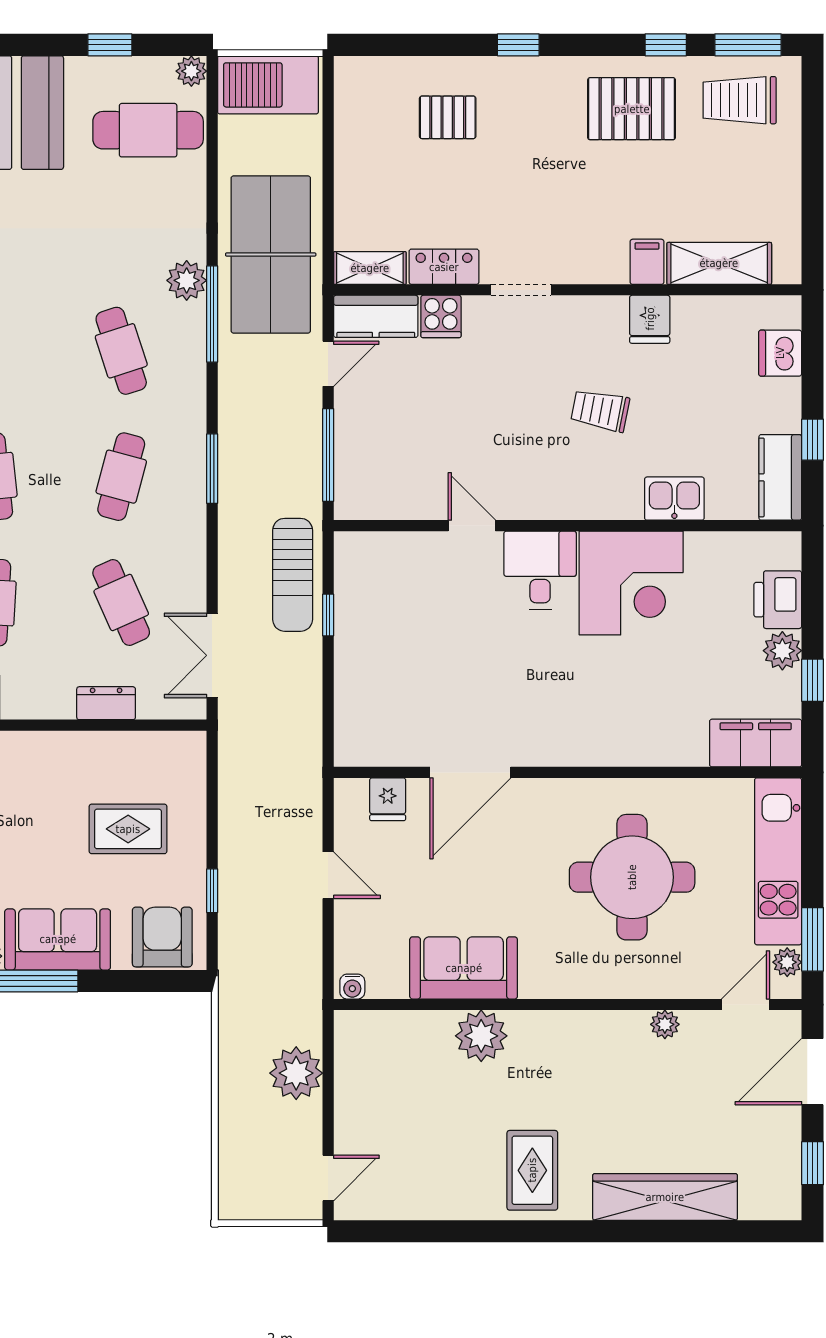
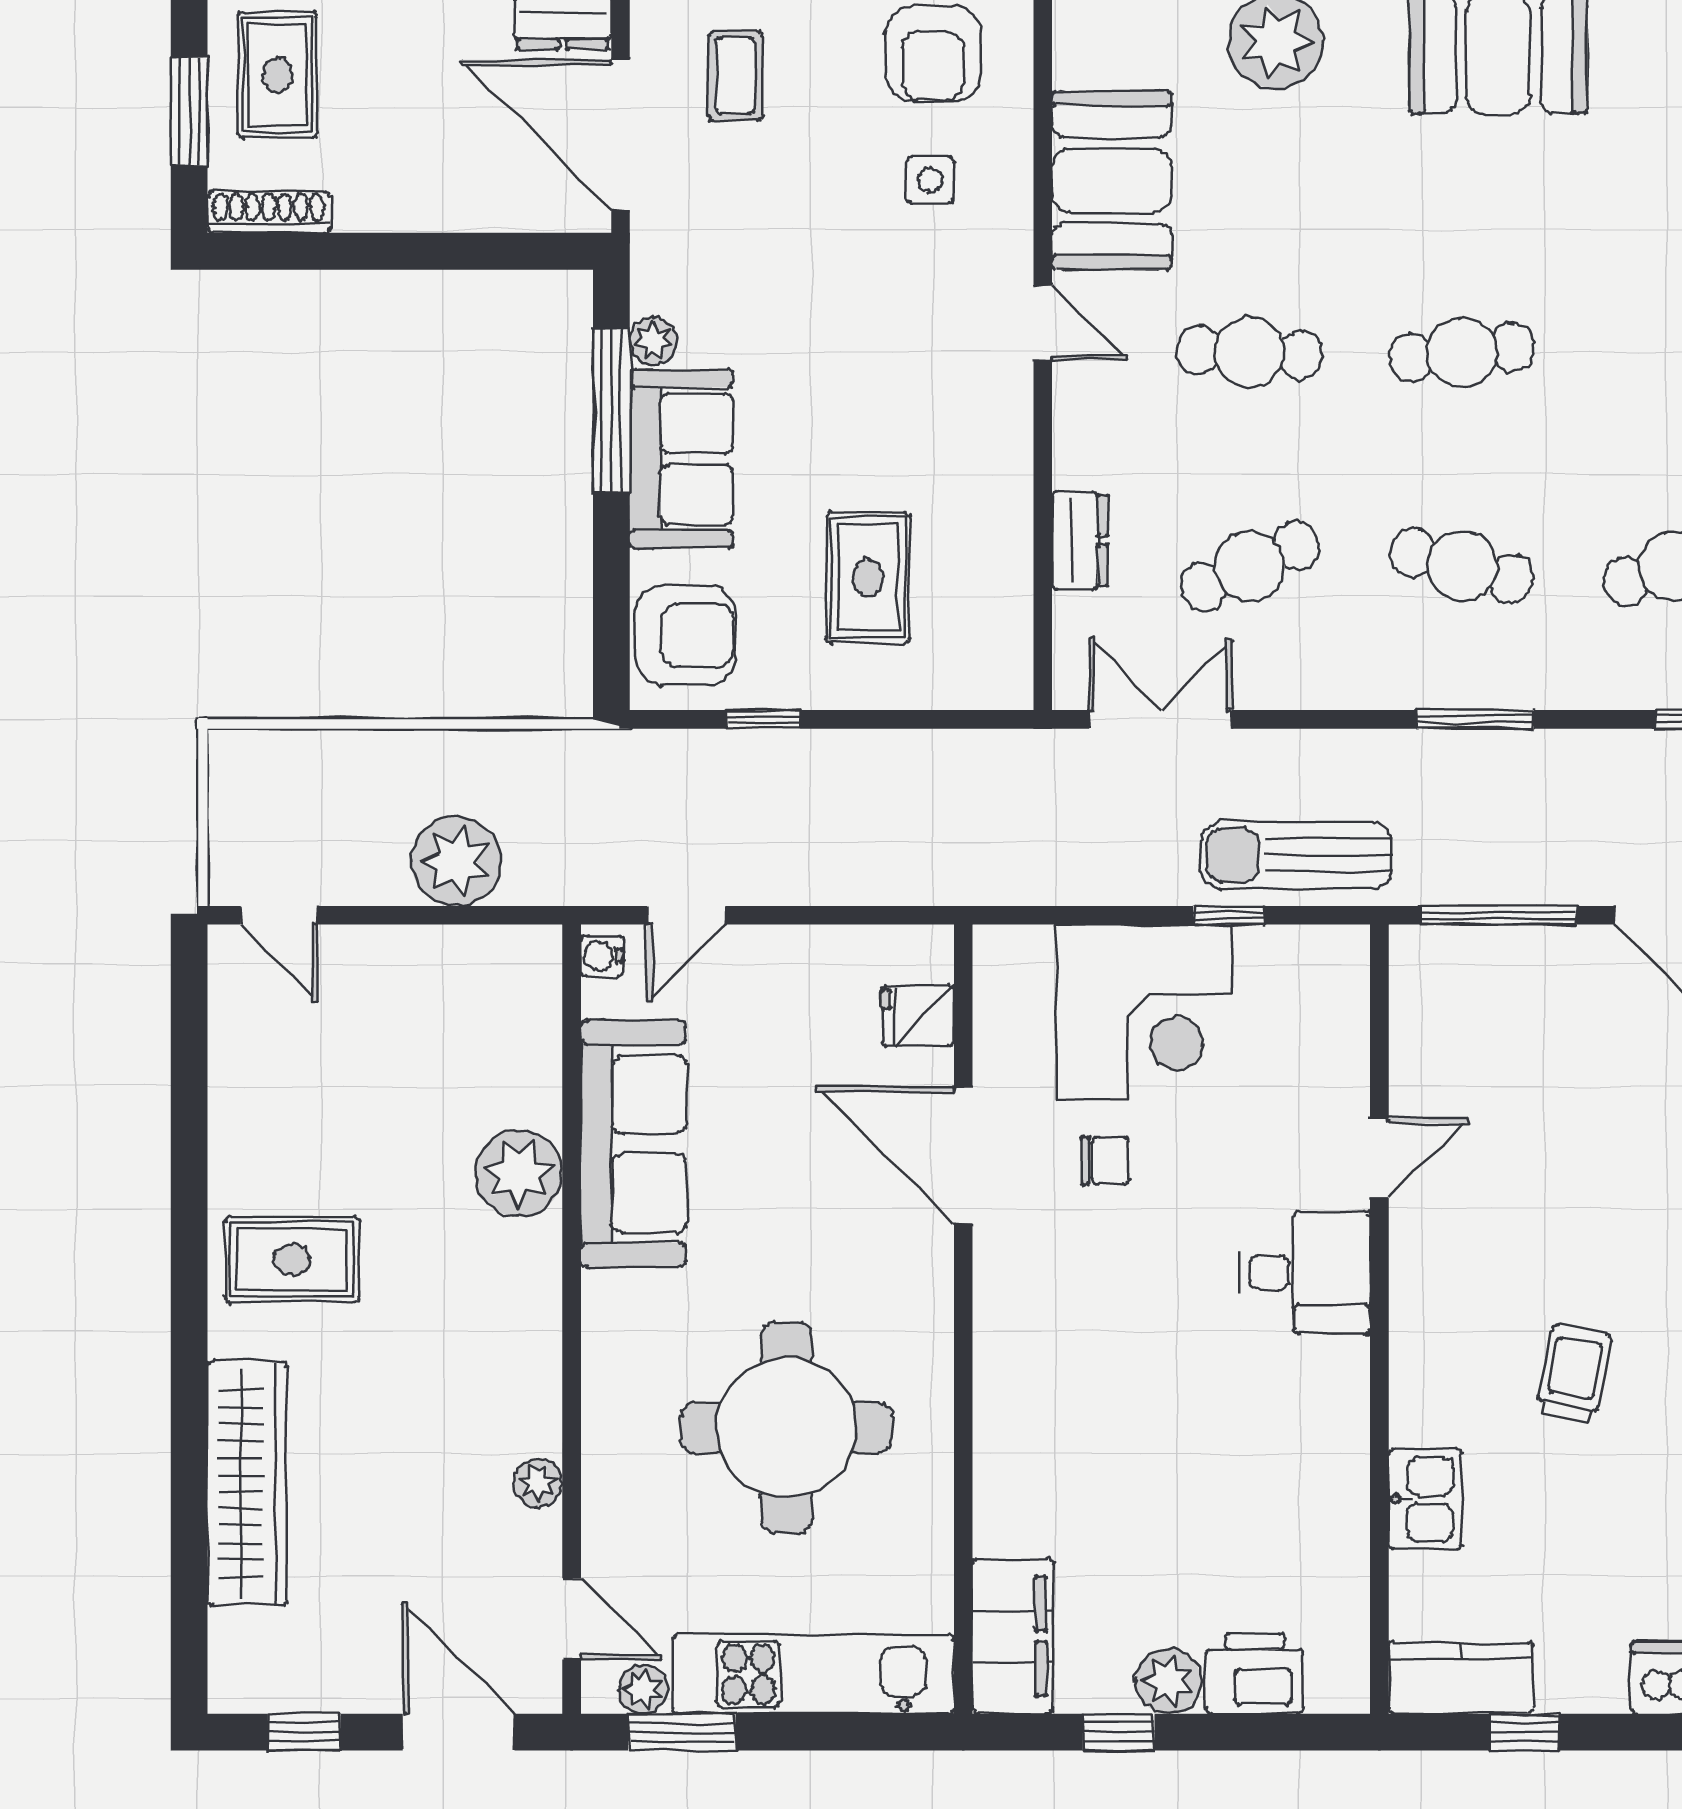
corner desk: (631, 583) -> (1145, 1012), moved, turned -90
chair: (474, 688) -> (1105, 1160), added
door: (328, 875) -> (686, 915), moved
sofa: (464, 968) -> (633, 1144), width x1.36

